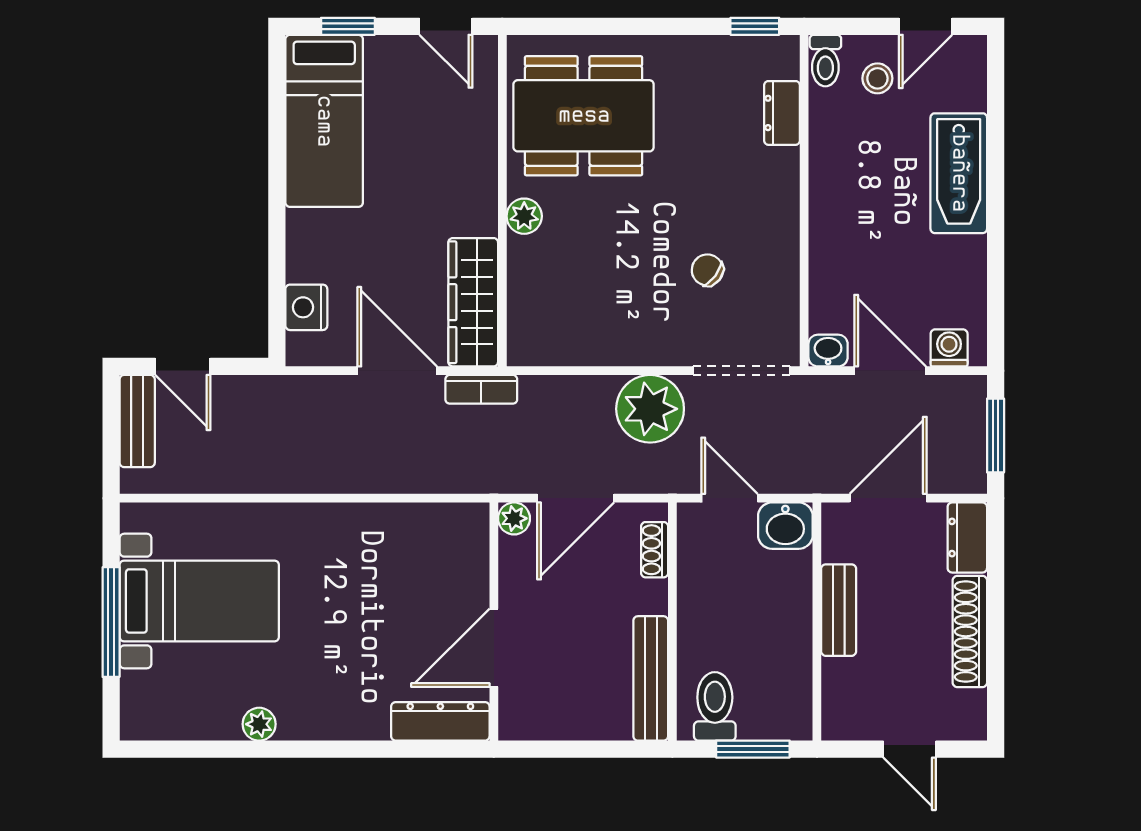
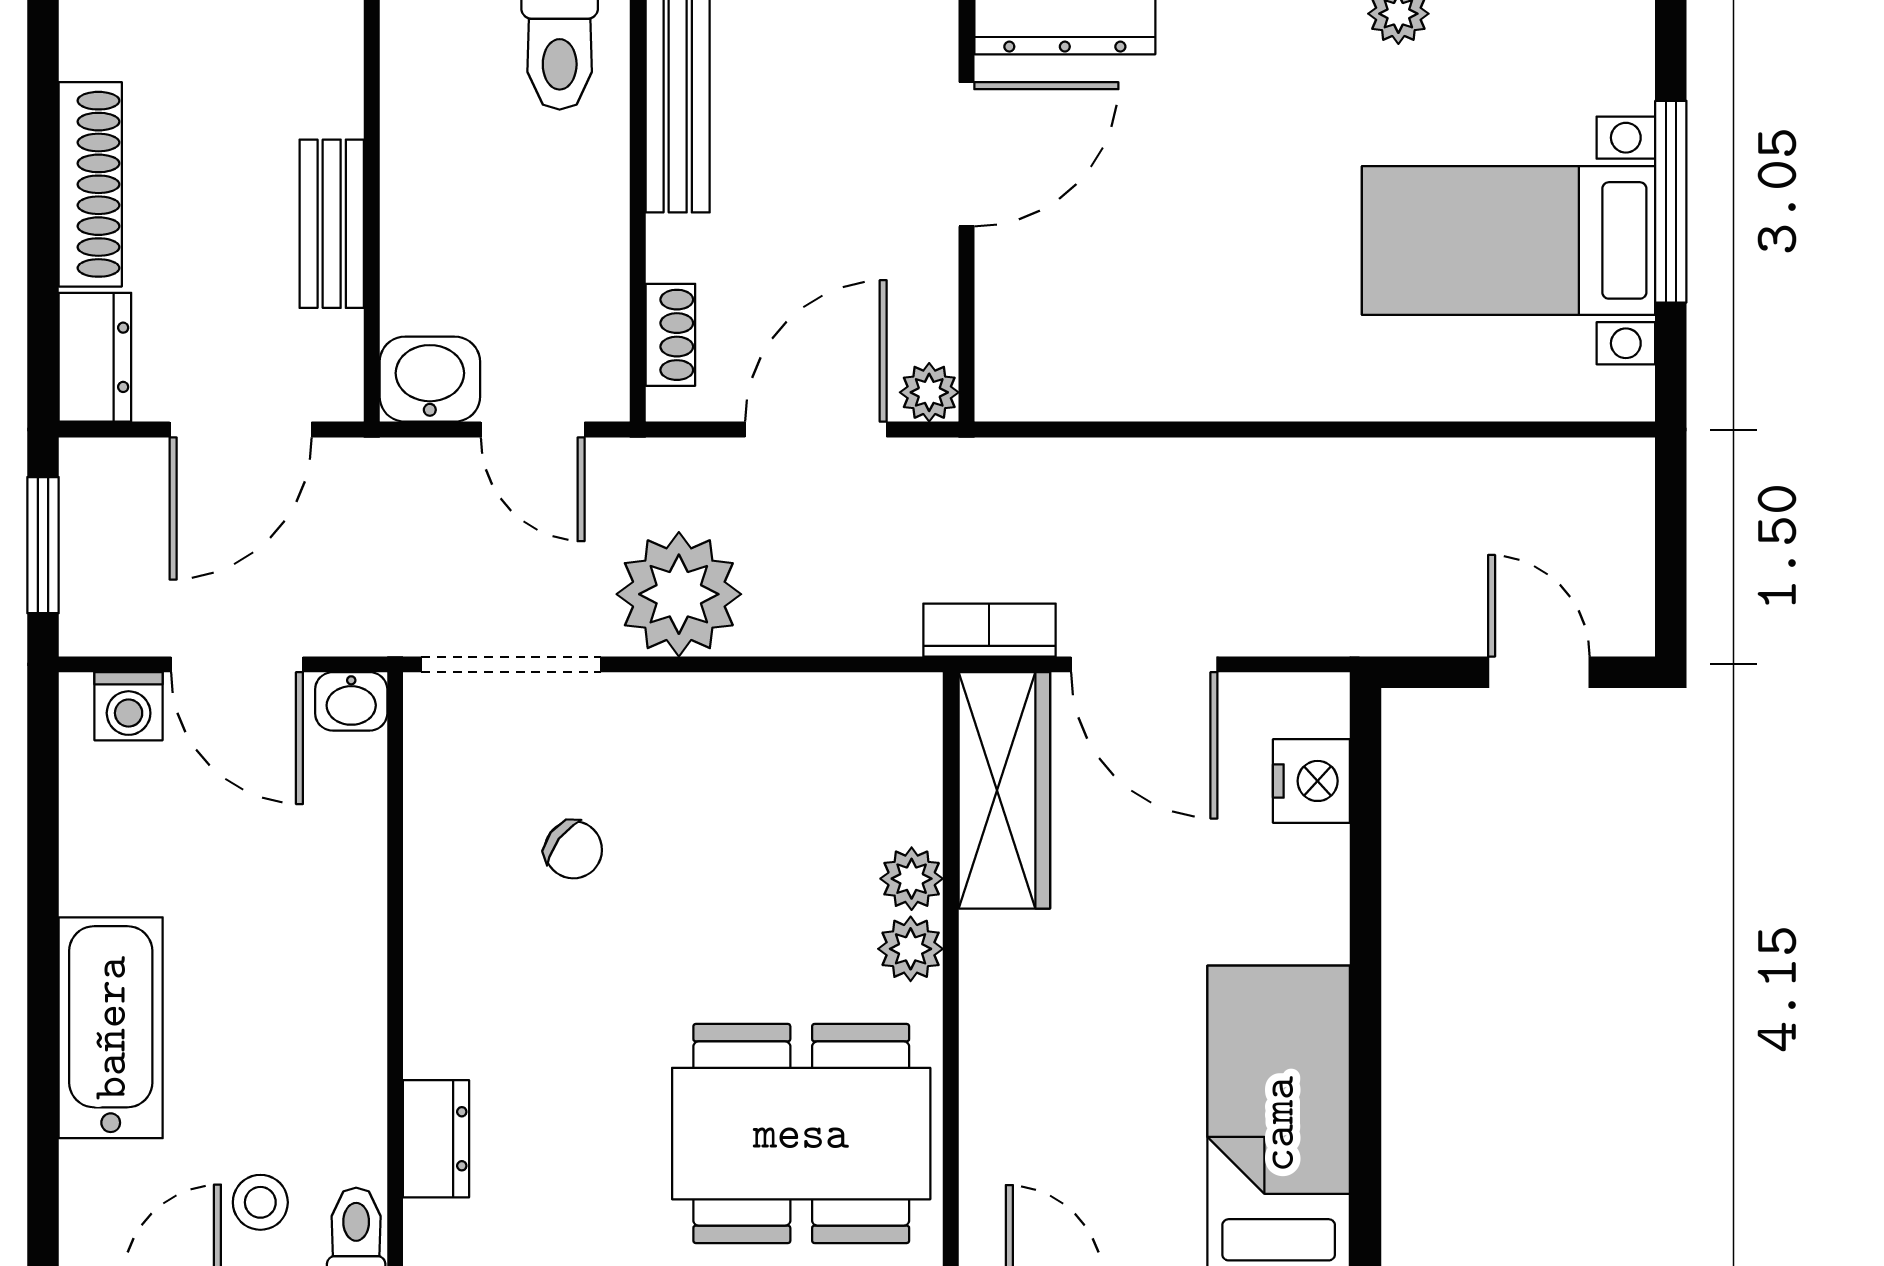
plant: (524, 254) -> (912, 879), added
bench: (137, 421) -> (1623, 572), removed

